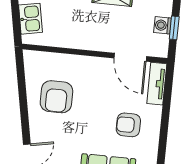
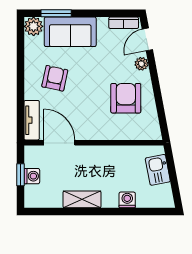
armchair: (128, 125) -> (55, 78), turned -78
plant: (37, 131) -> (141, 64), added

